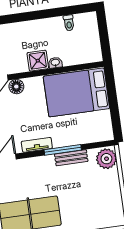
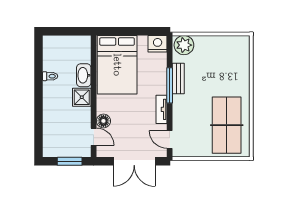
toilet: (69, 23) -> (50, 76), moved
washbasin: (55, 63) -> (84, 75), width x1.91, depth x1.45
nightstand: (104, 131) -> (158, 44), added

